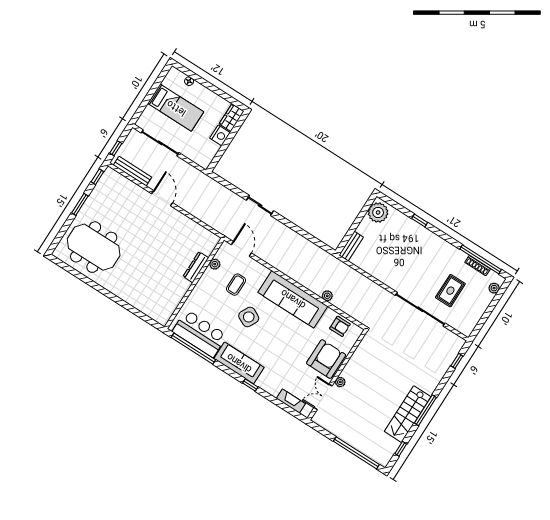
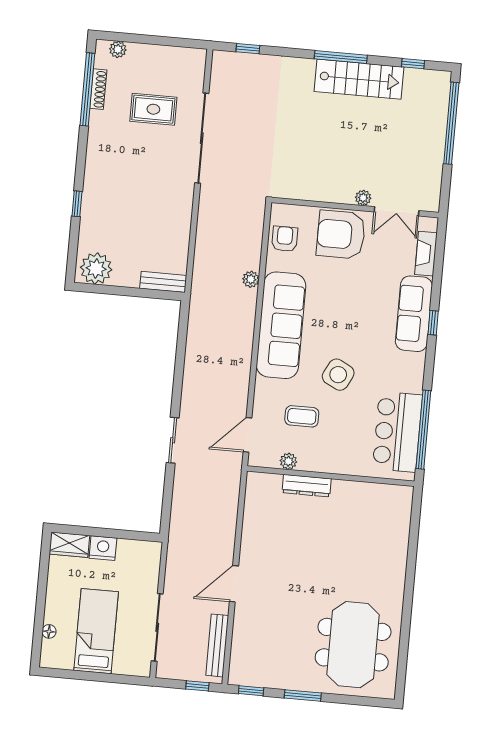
sofa: (239, 363) -> (414, 314), moved

